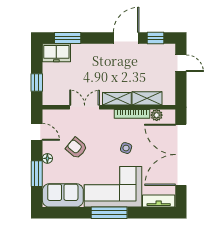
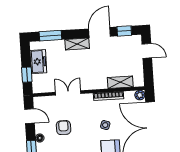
freezer: (56, 53) -> (38, 62), moved, turned -90
shelving: (117, 99) -> (77, 44), moved
plant: (157, 115) -> (140, 95), moved
armchair: (76, 148) -> (64, 128), turned 50

